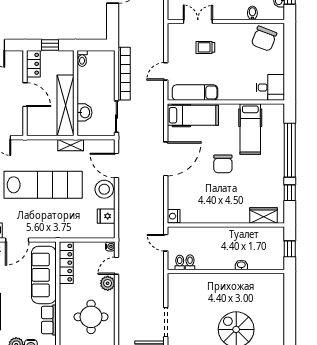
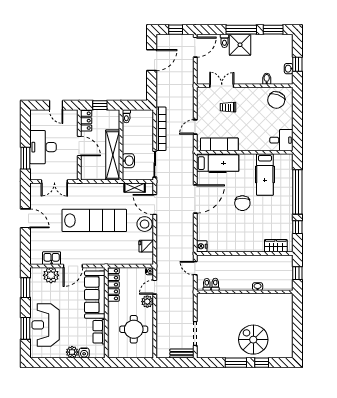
shelving: (71, 145) -> (135, 188), moved

